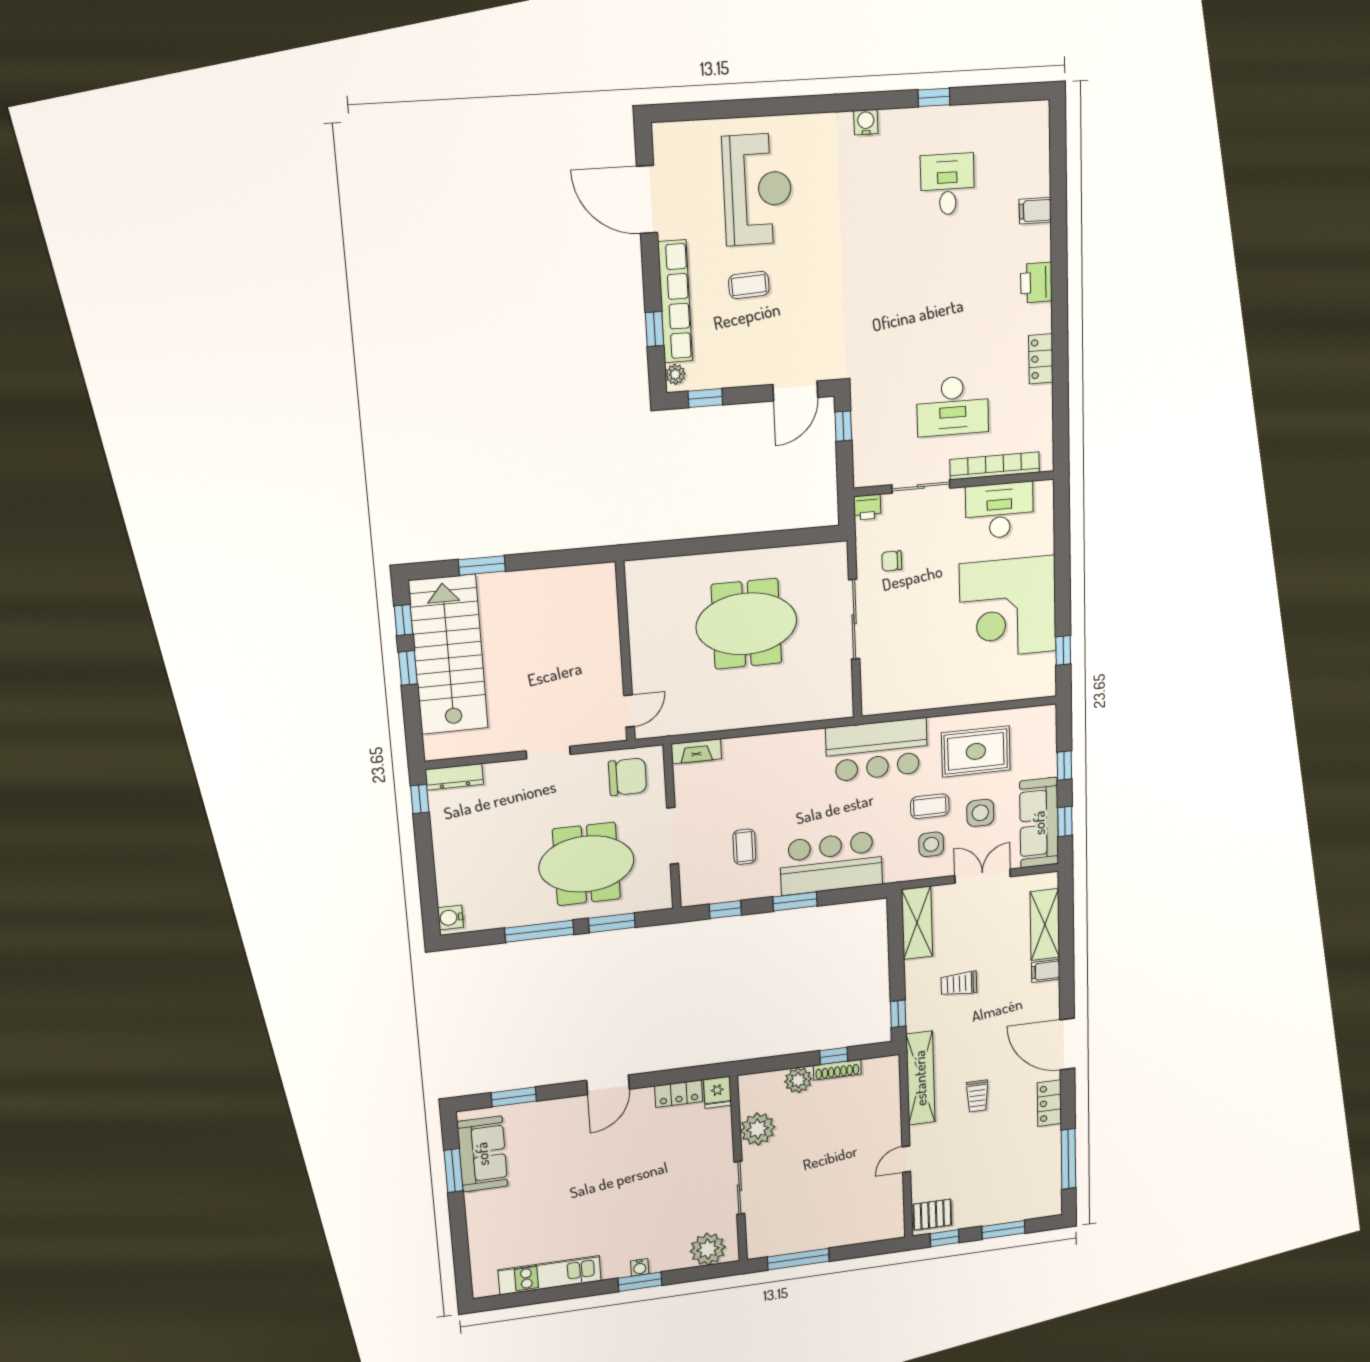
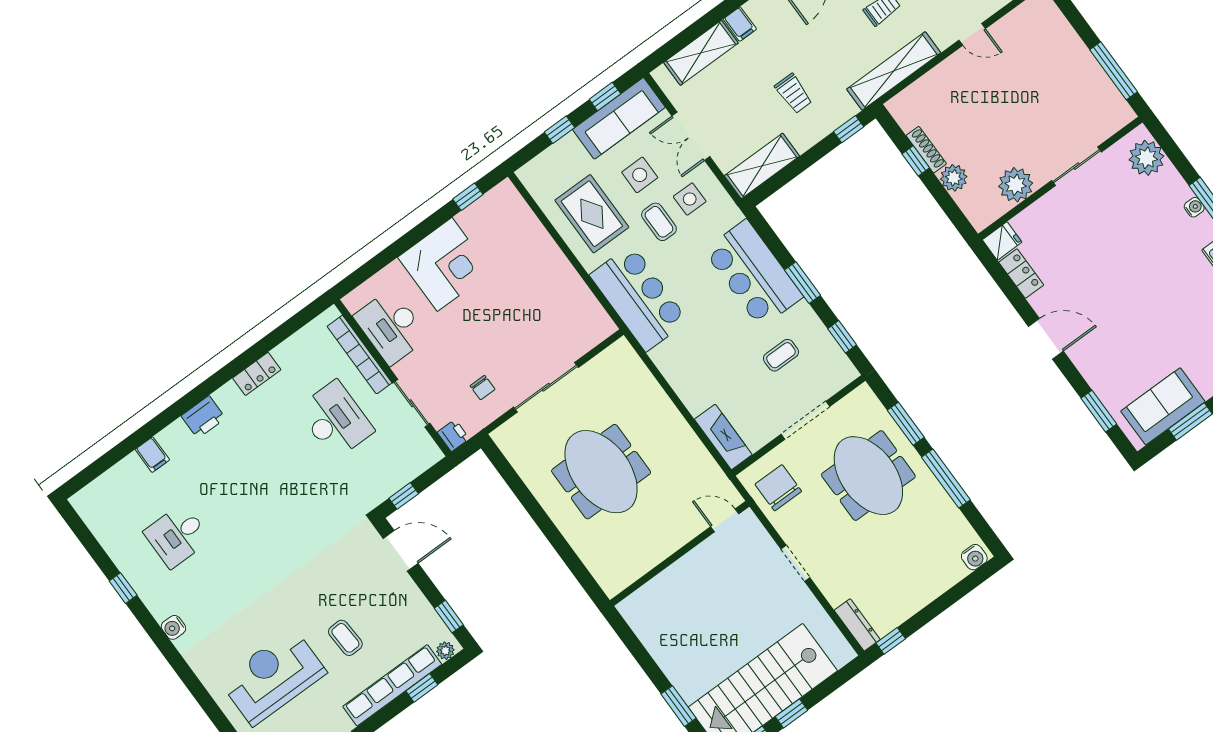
corner desk: (1008, 608) -> (445, 264), width x0.74, depth x0.74
fireplace: (696, 751) -> (723, 437), width x1.37, depth x1.32

